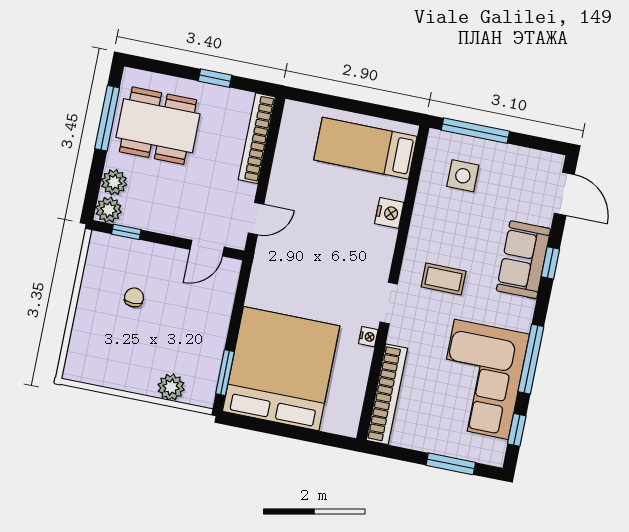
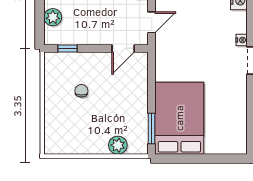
plant: (109, 210) -> (53, 36), removed
nightstand: (368, 337) -> (242, 40), moved
bed: (281, 369) -> (179, 118), width x0.73

